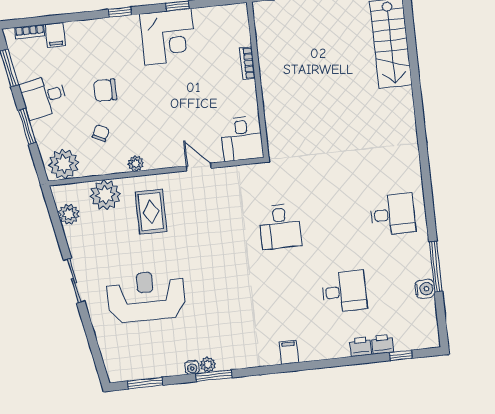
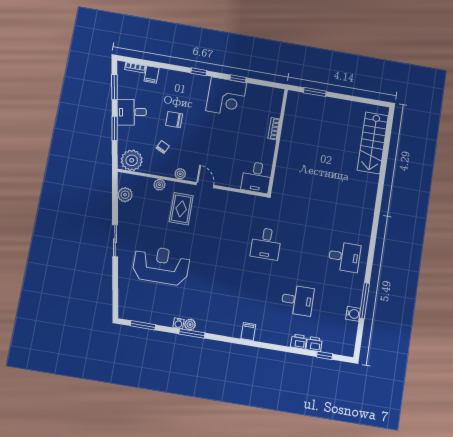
door: (199, 167) -> (205, 185), moved
plant: (105, 195) -> (159, 185), width x0.53, depth x0.53

